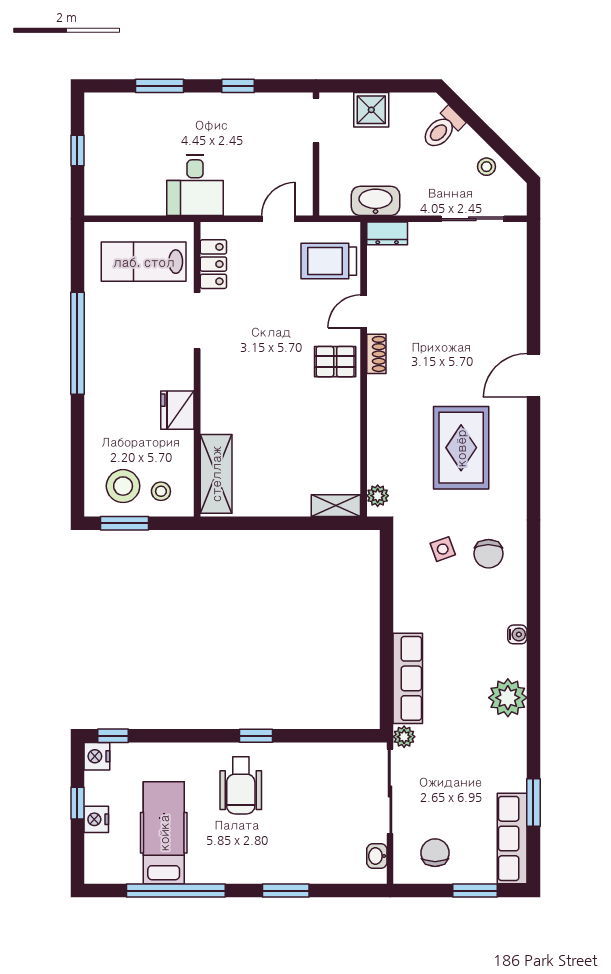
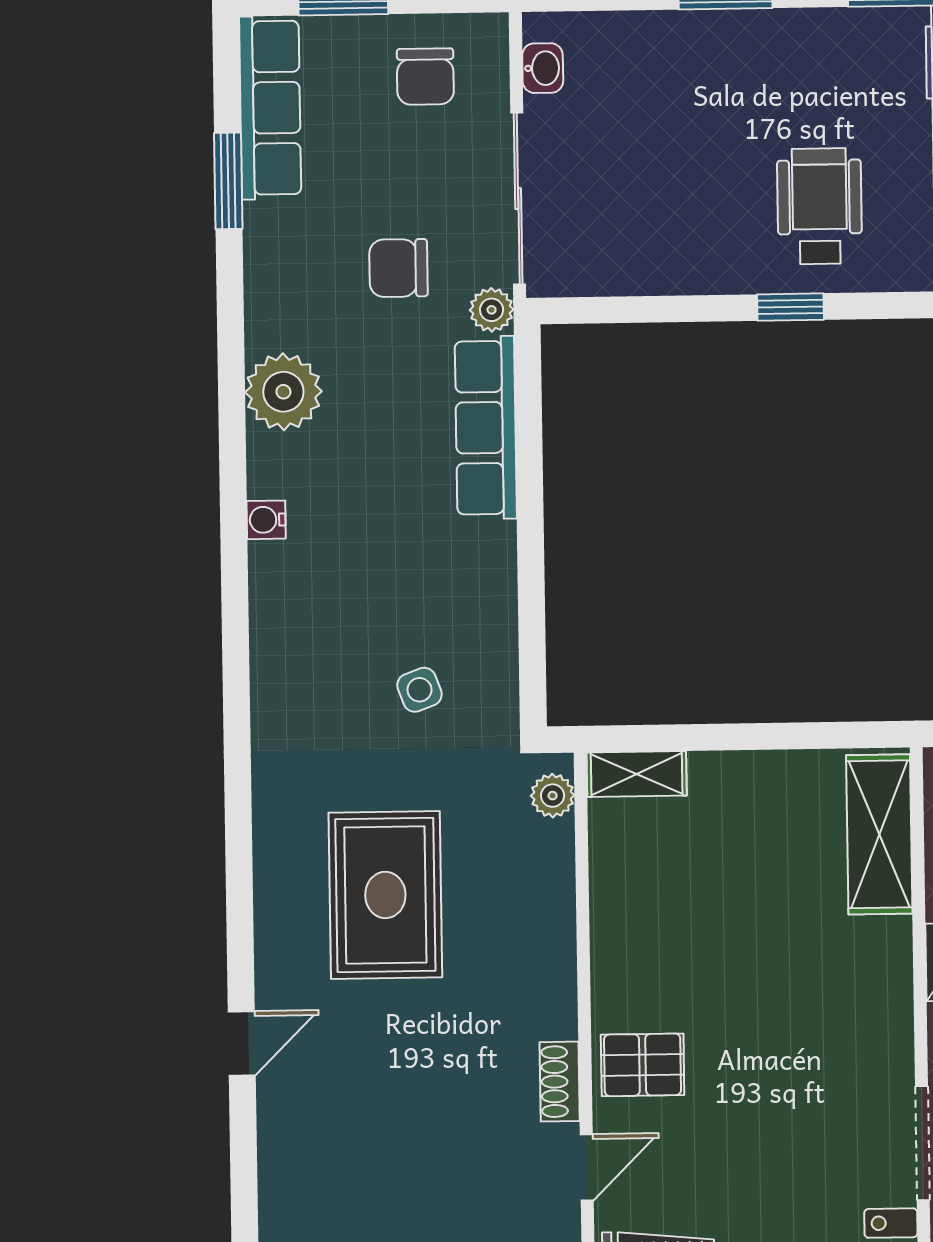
door: (533, 375) -> (242, 1043), width x0.73
chair: (488, 554) -> (398, 268), moved, turned -90

